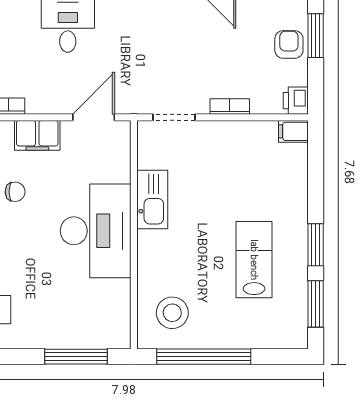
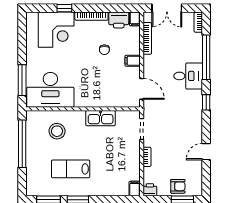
filing cabinet: (37, 135) -> (133, 61), width x0.50
desk: (96, 231) -> (50, 90), moved
lab bench: (254, 260) -> (71, 169), turned 180
stool: (172, 313) -> (57, 131), moved

